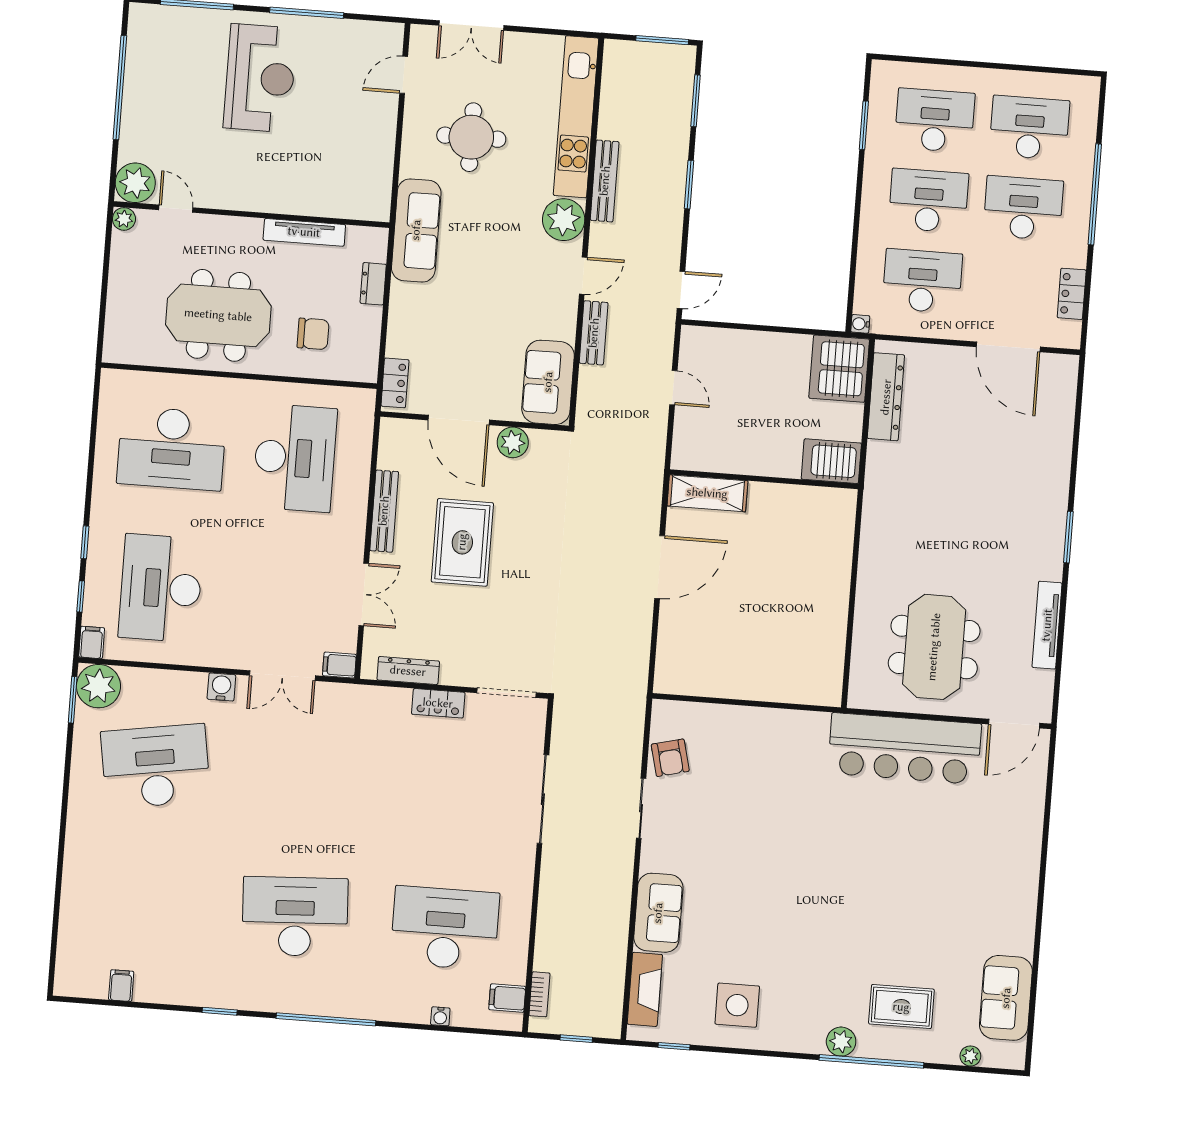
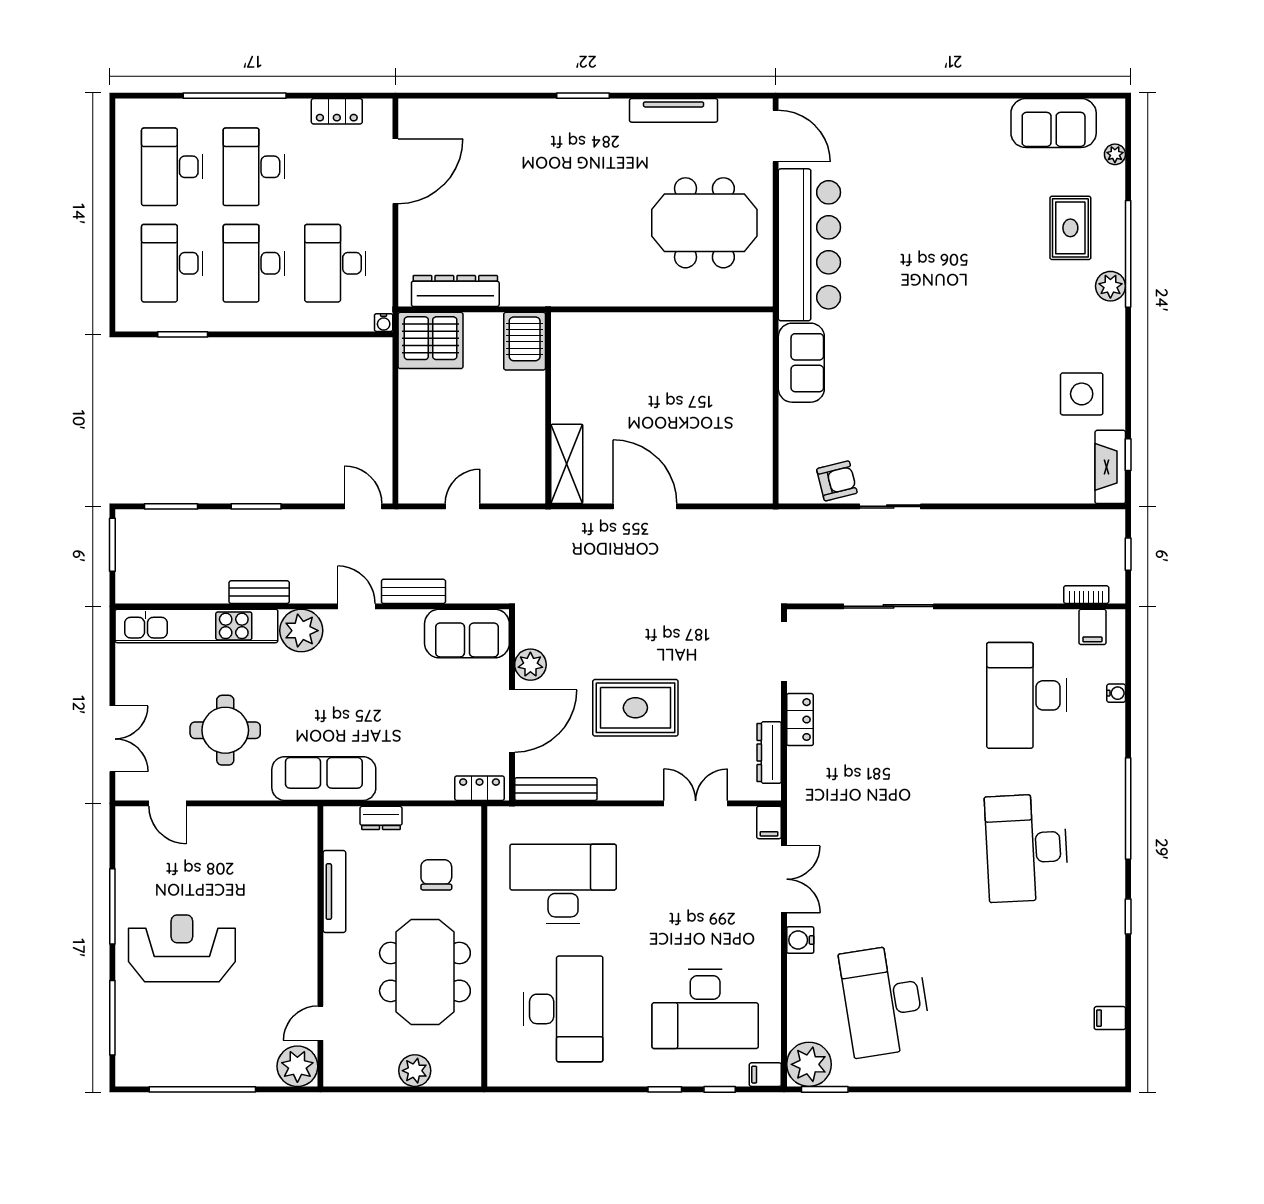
bench: (605, 181) -> (259, 592), width x0.73
plant: (124, 219) -> (415, 1071), moved, width x1.38, depth x1.38
bench: (384, 511) -> (556, 789), moved
sofa: (658, 913) -> (801, 363), moved, turned 90
fireplace: (645, 989) -> (1110, 467), moved, turned -90

